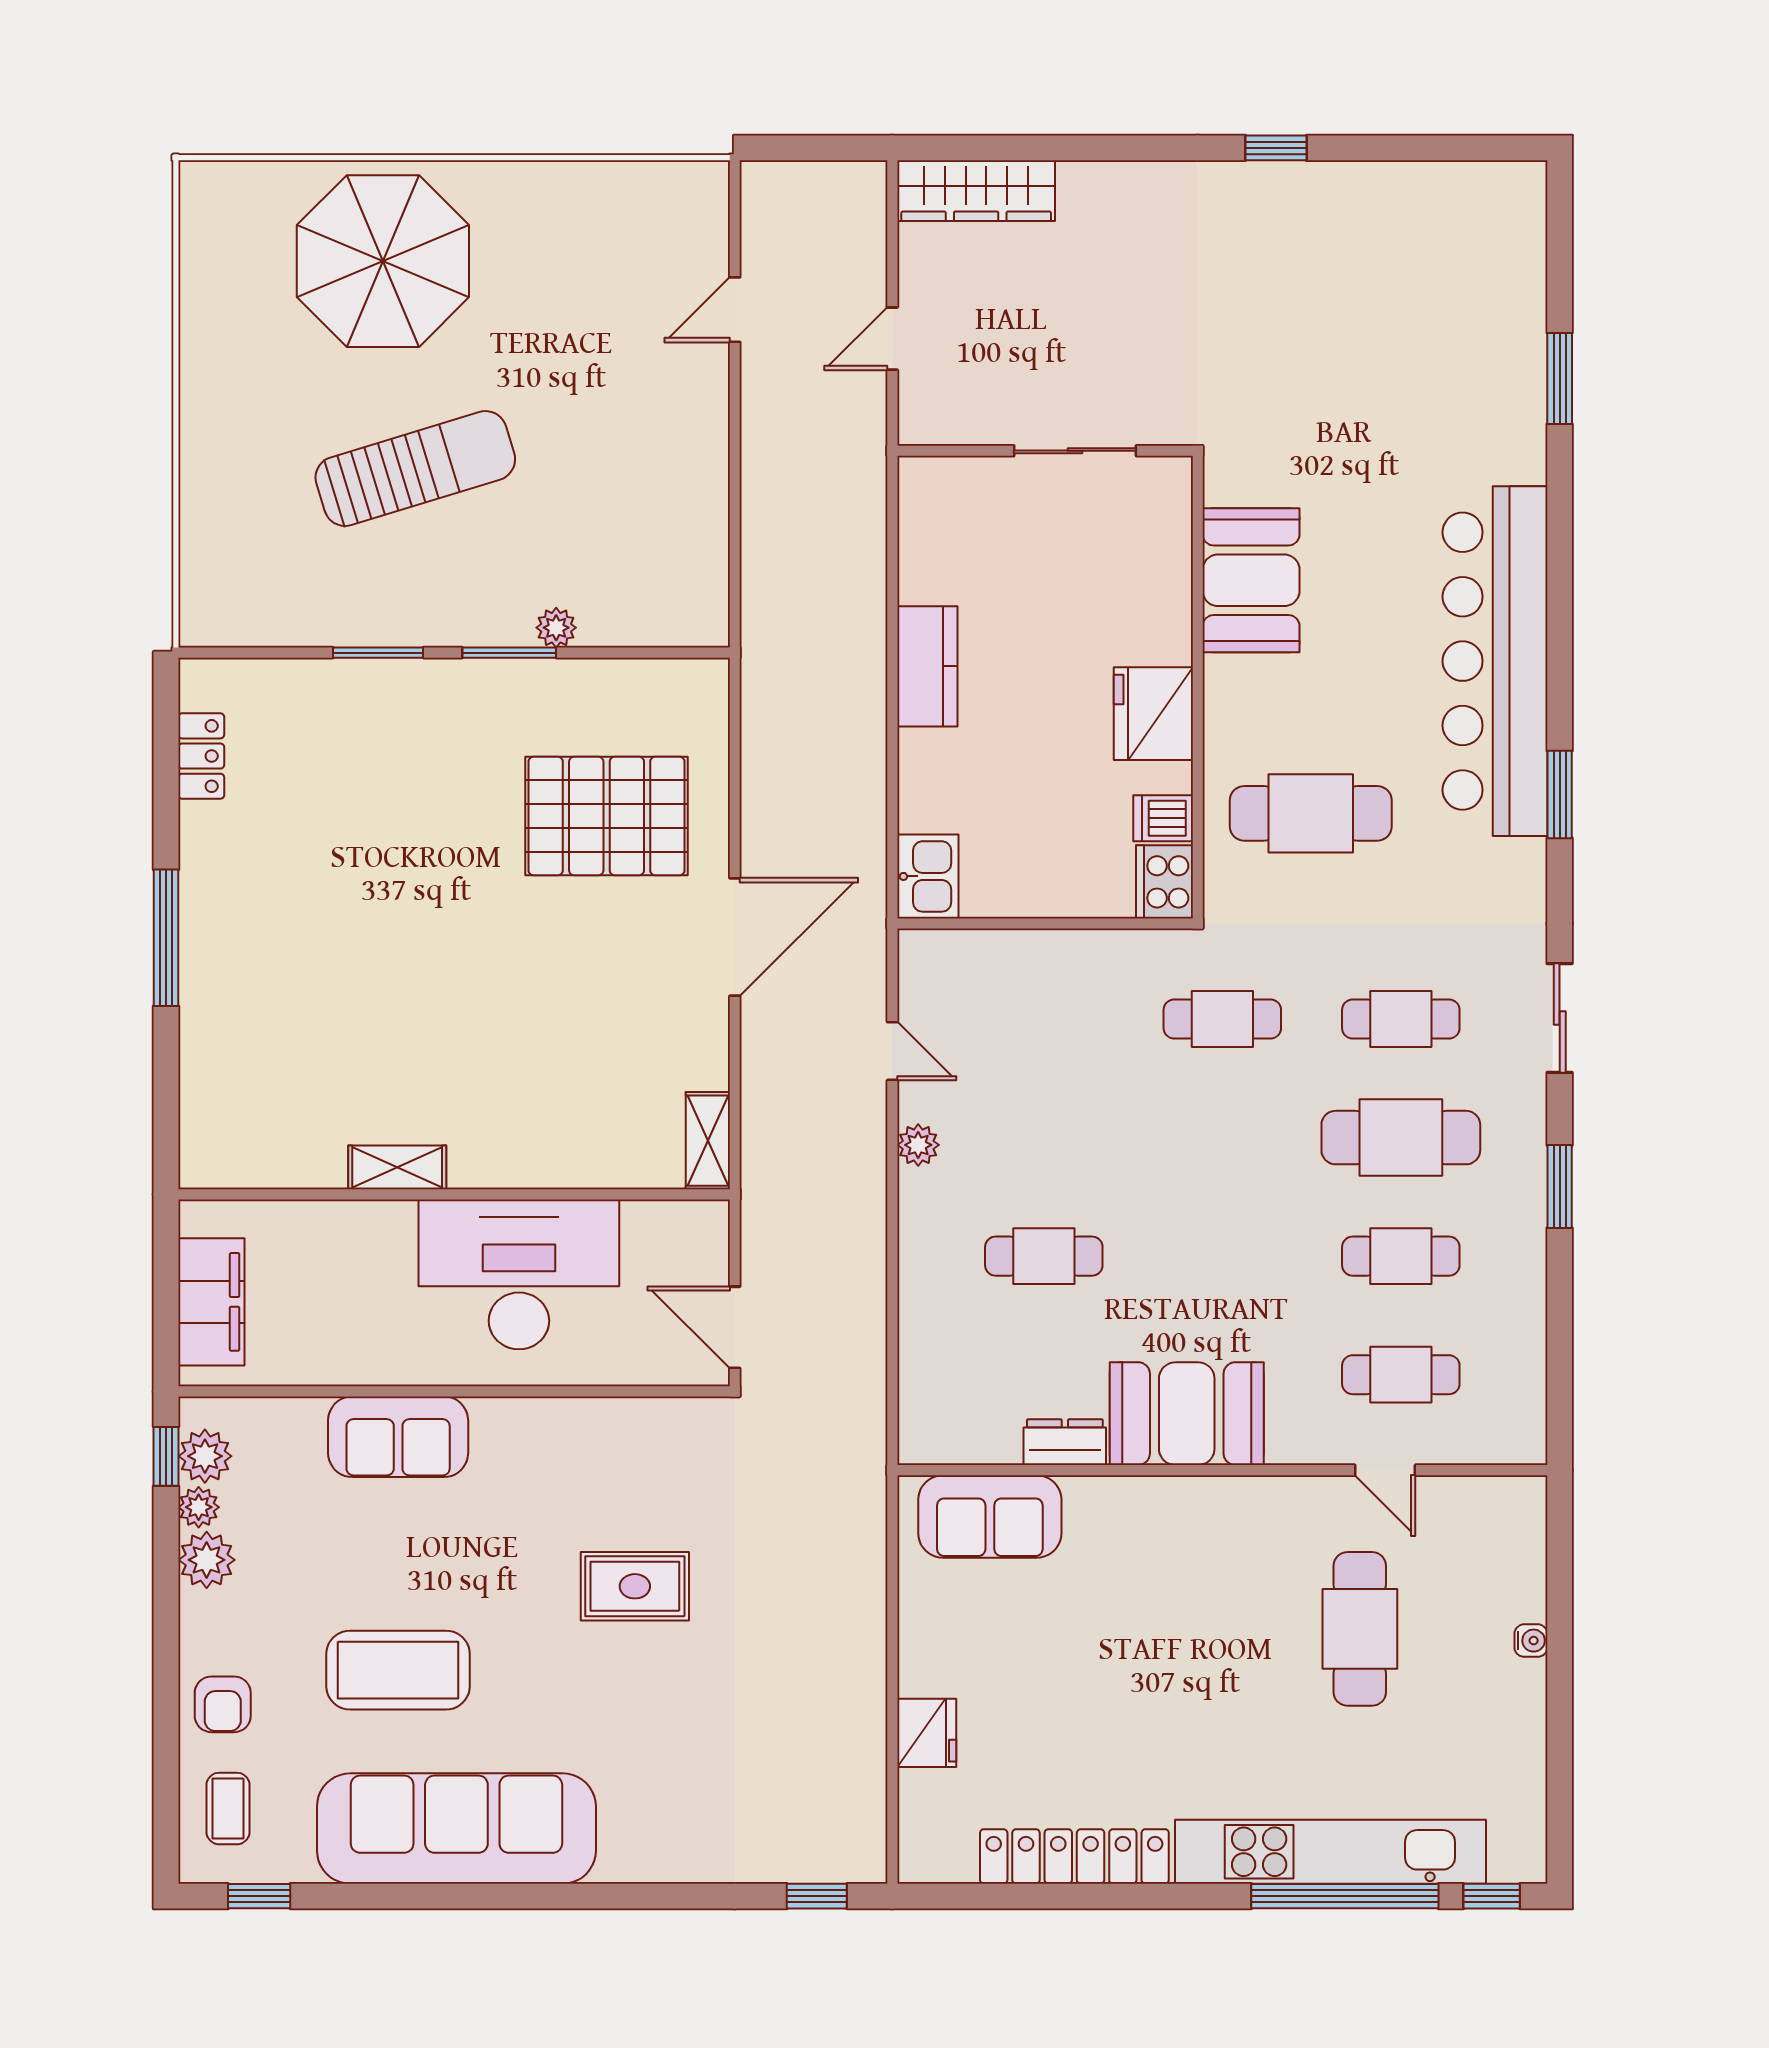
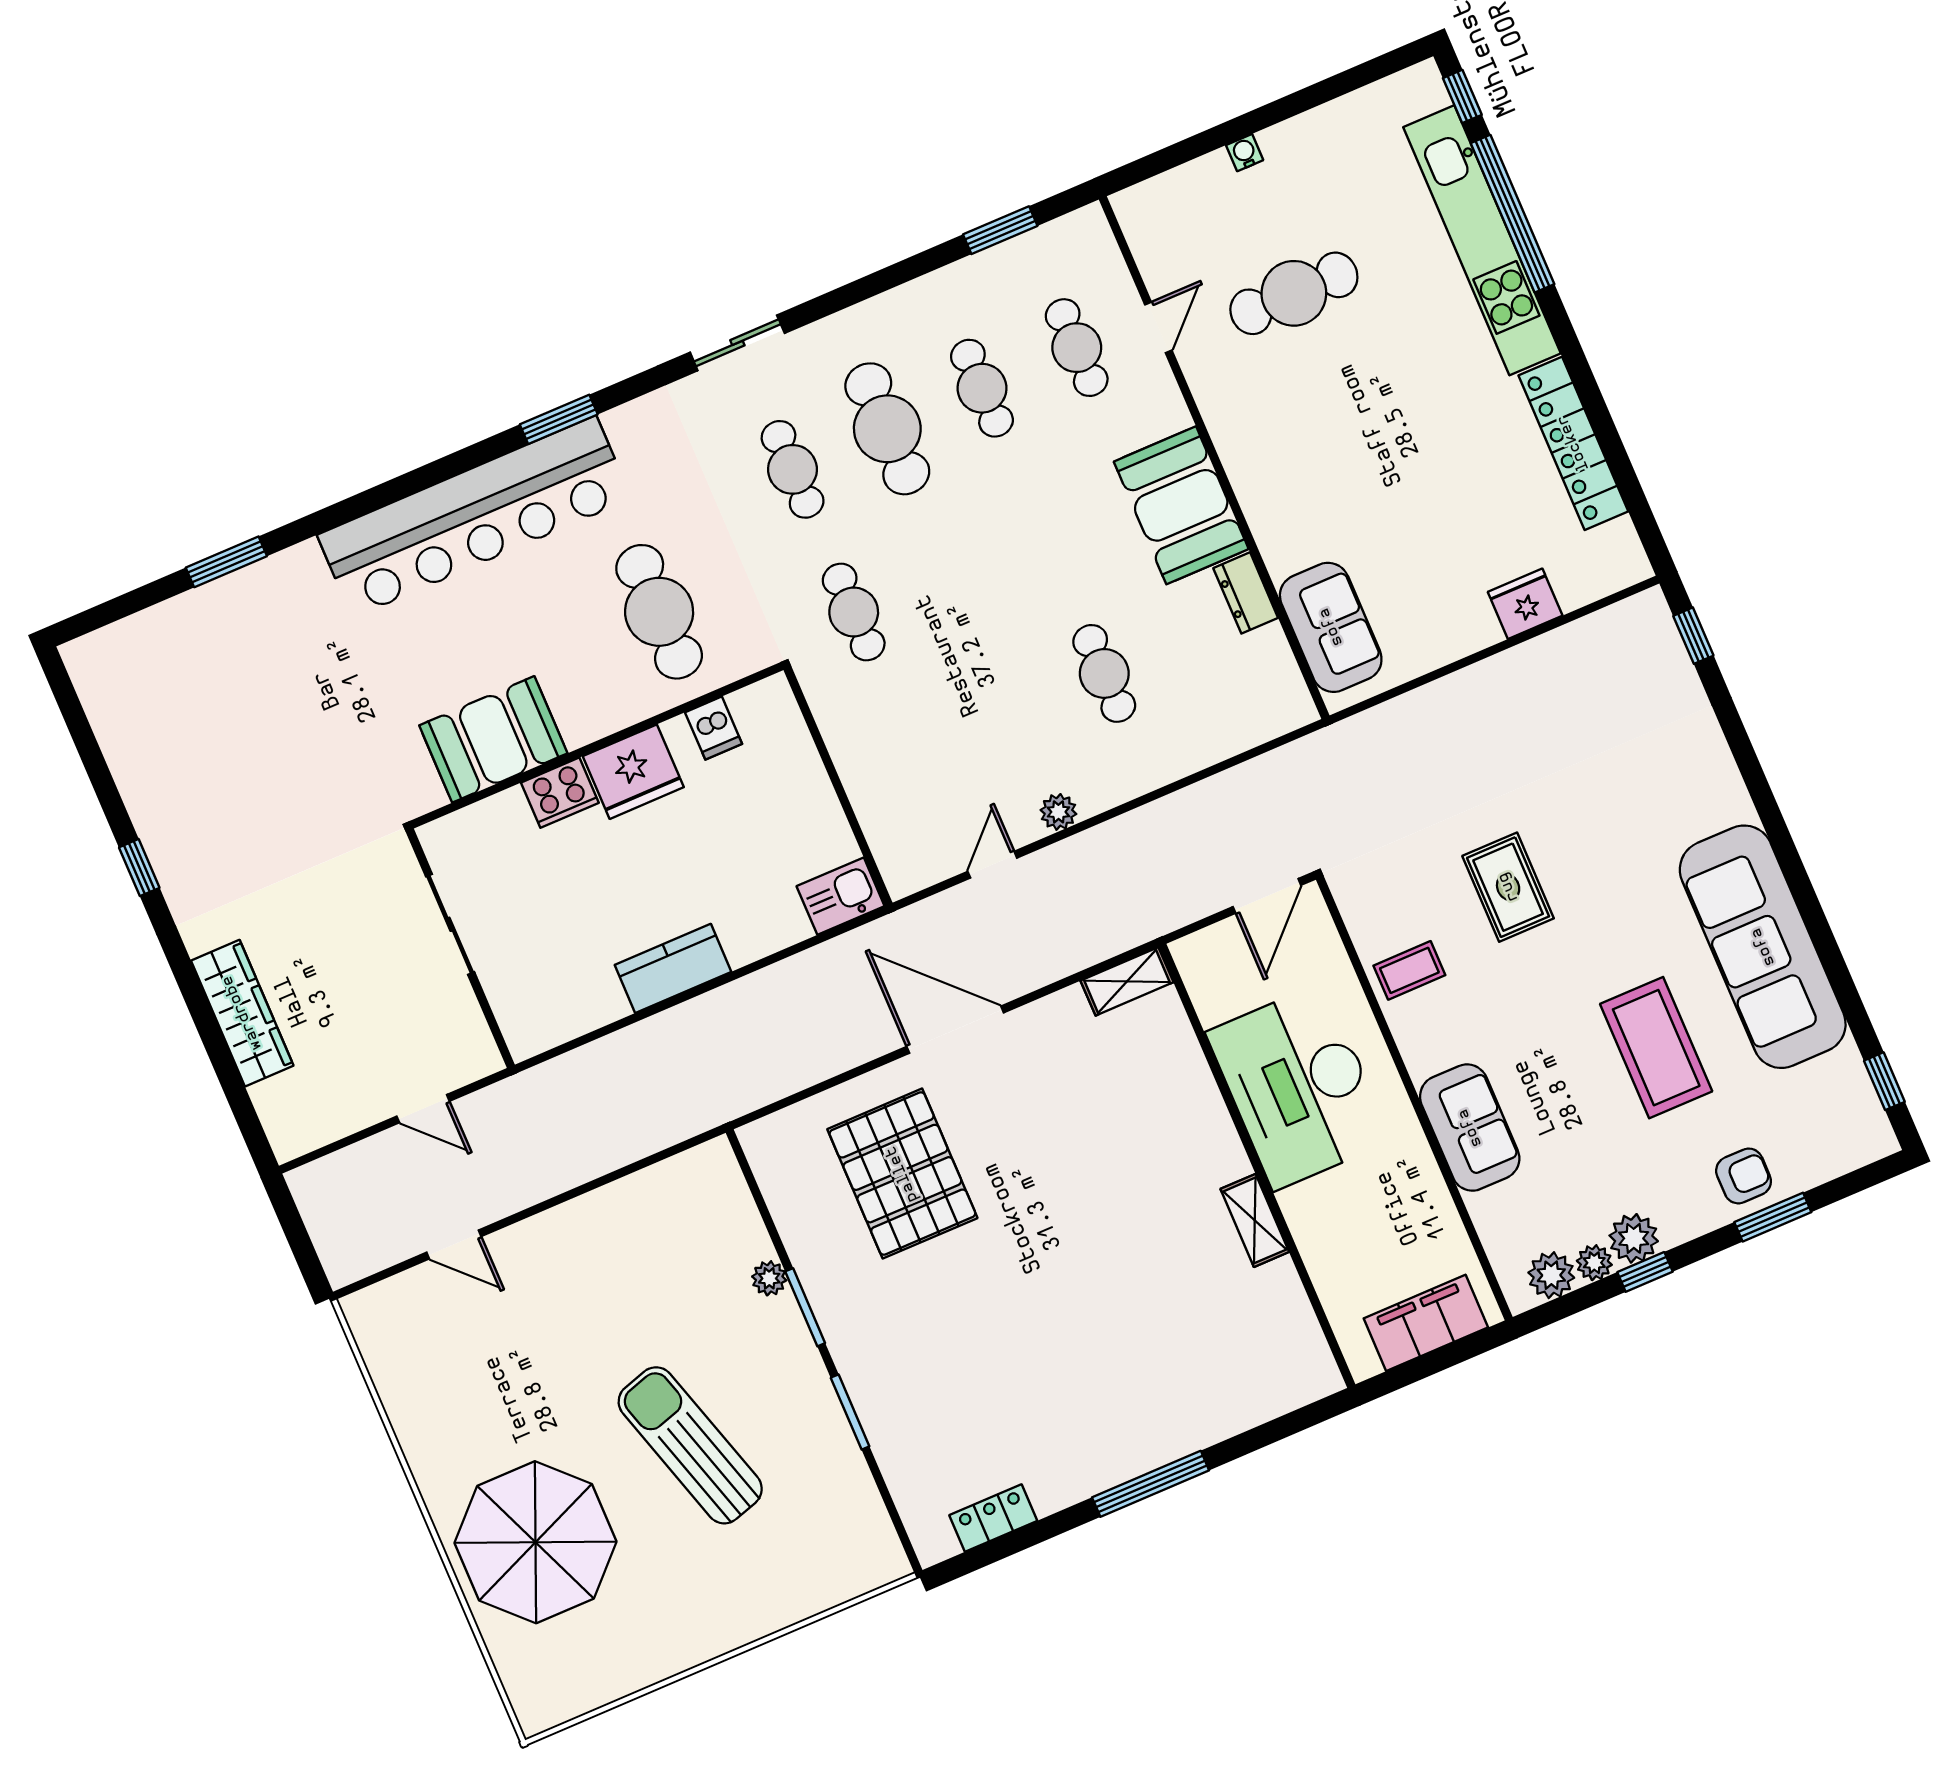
wardrobe: (976, 191) -> (242, 1013), moved
cooker: (1164, 882) -> (560, 793), moved
window: (1560, 1187) -> (1000, 230), moved
window: (166, 1456) -> (1645, 1272), moved
window: (166, 1717) -> (1773, 1217), added
coffee table: (228, 1809) -> (1409, 970), moved

